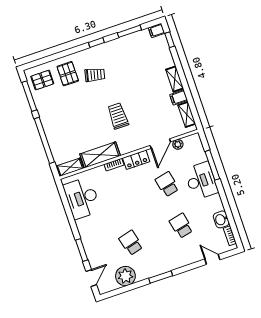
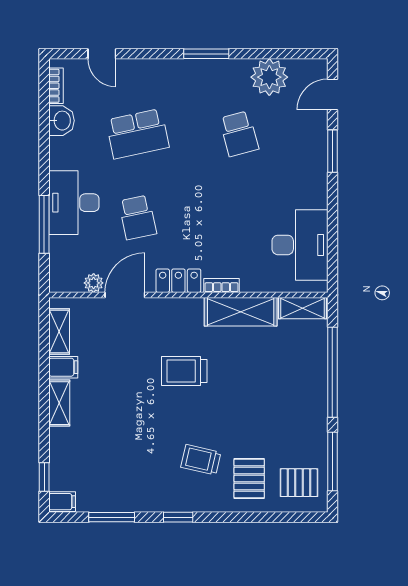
trolley: (118, 116) -> (184, 371), turned 90
school desk: (181, 226) -> (138, 134), width x1.85

